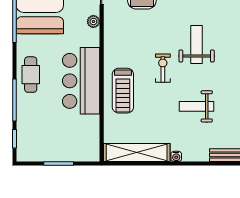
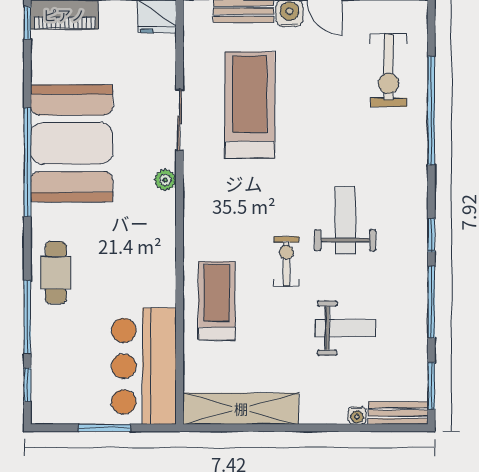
bar counter: (81, 81) -> (144, 366), moved
treadmill: (123, 91) -> (217, 301), turned 180
weight bench: (196, 106) -> (345, 328), turned 180
water cooler: (176, 156) -> (357, 415), moved

